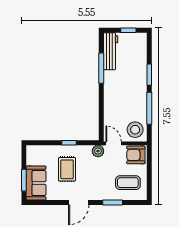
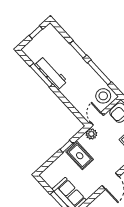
workbench: (111, 51) -> (51, 73), moved
door: (114, 143) -> (97, 119), hinge flipped
rug: (67, 169) -> (80, 156), moved

